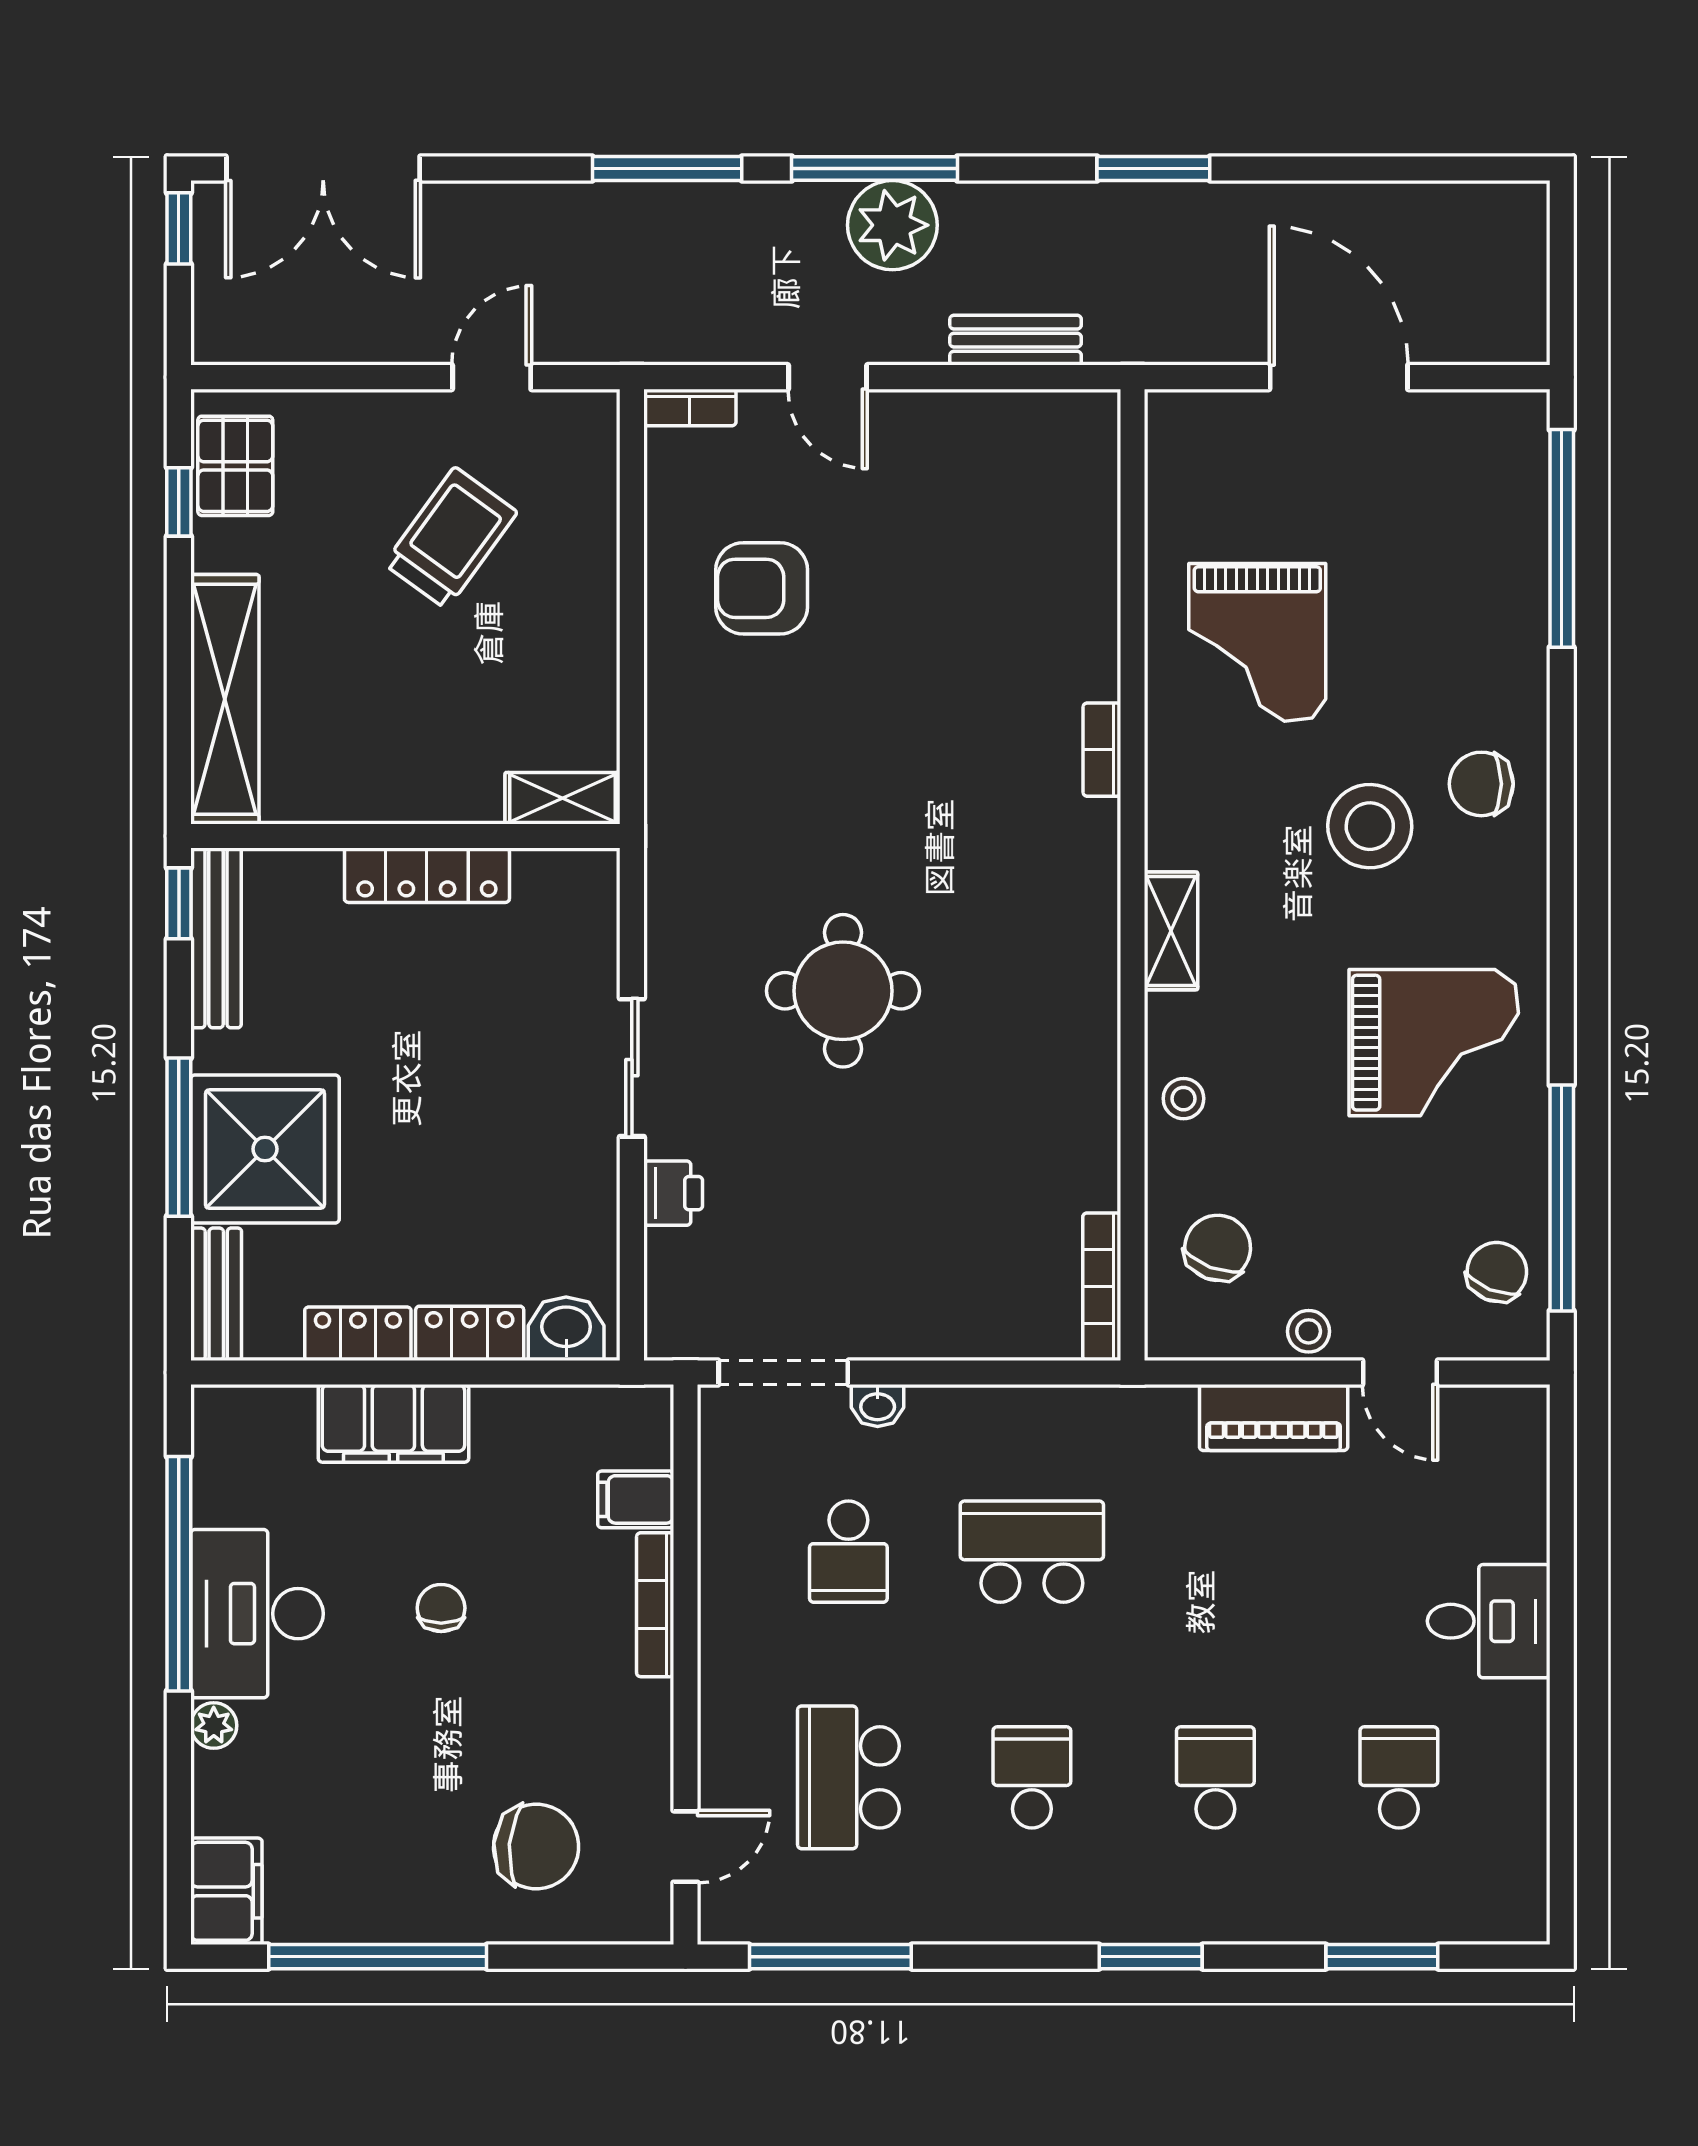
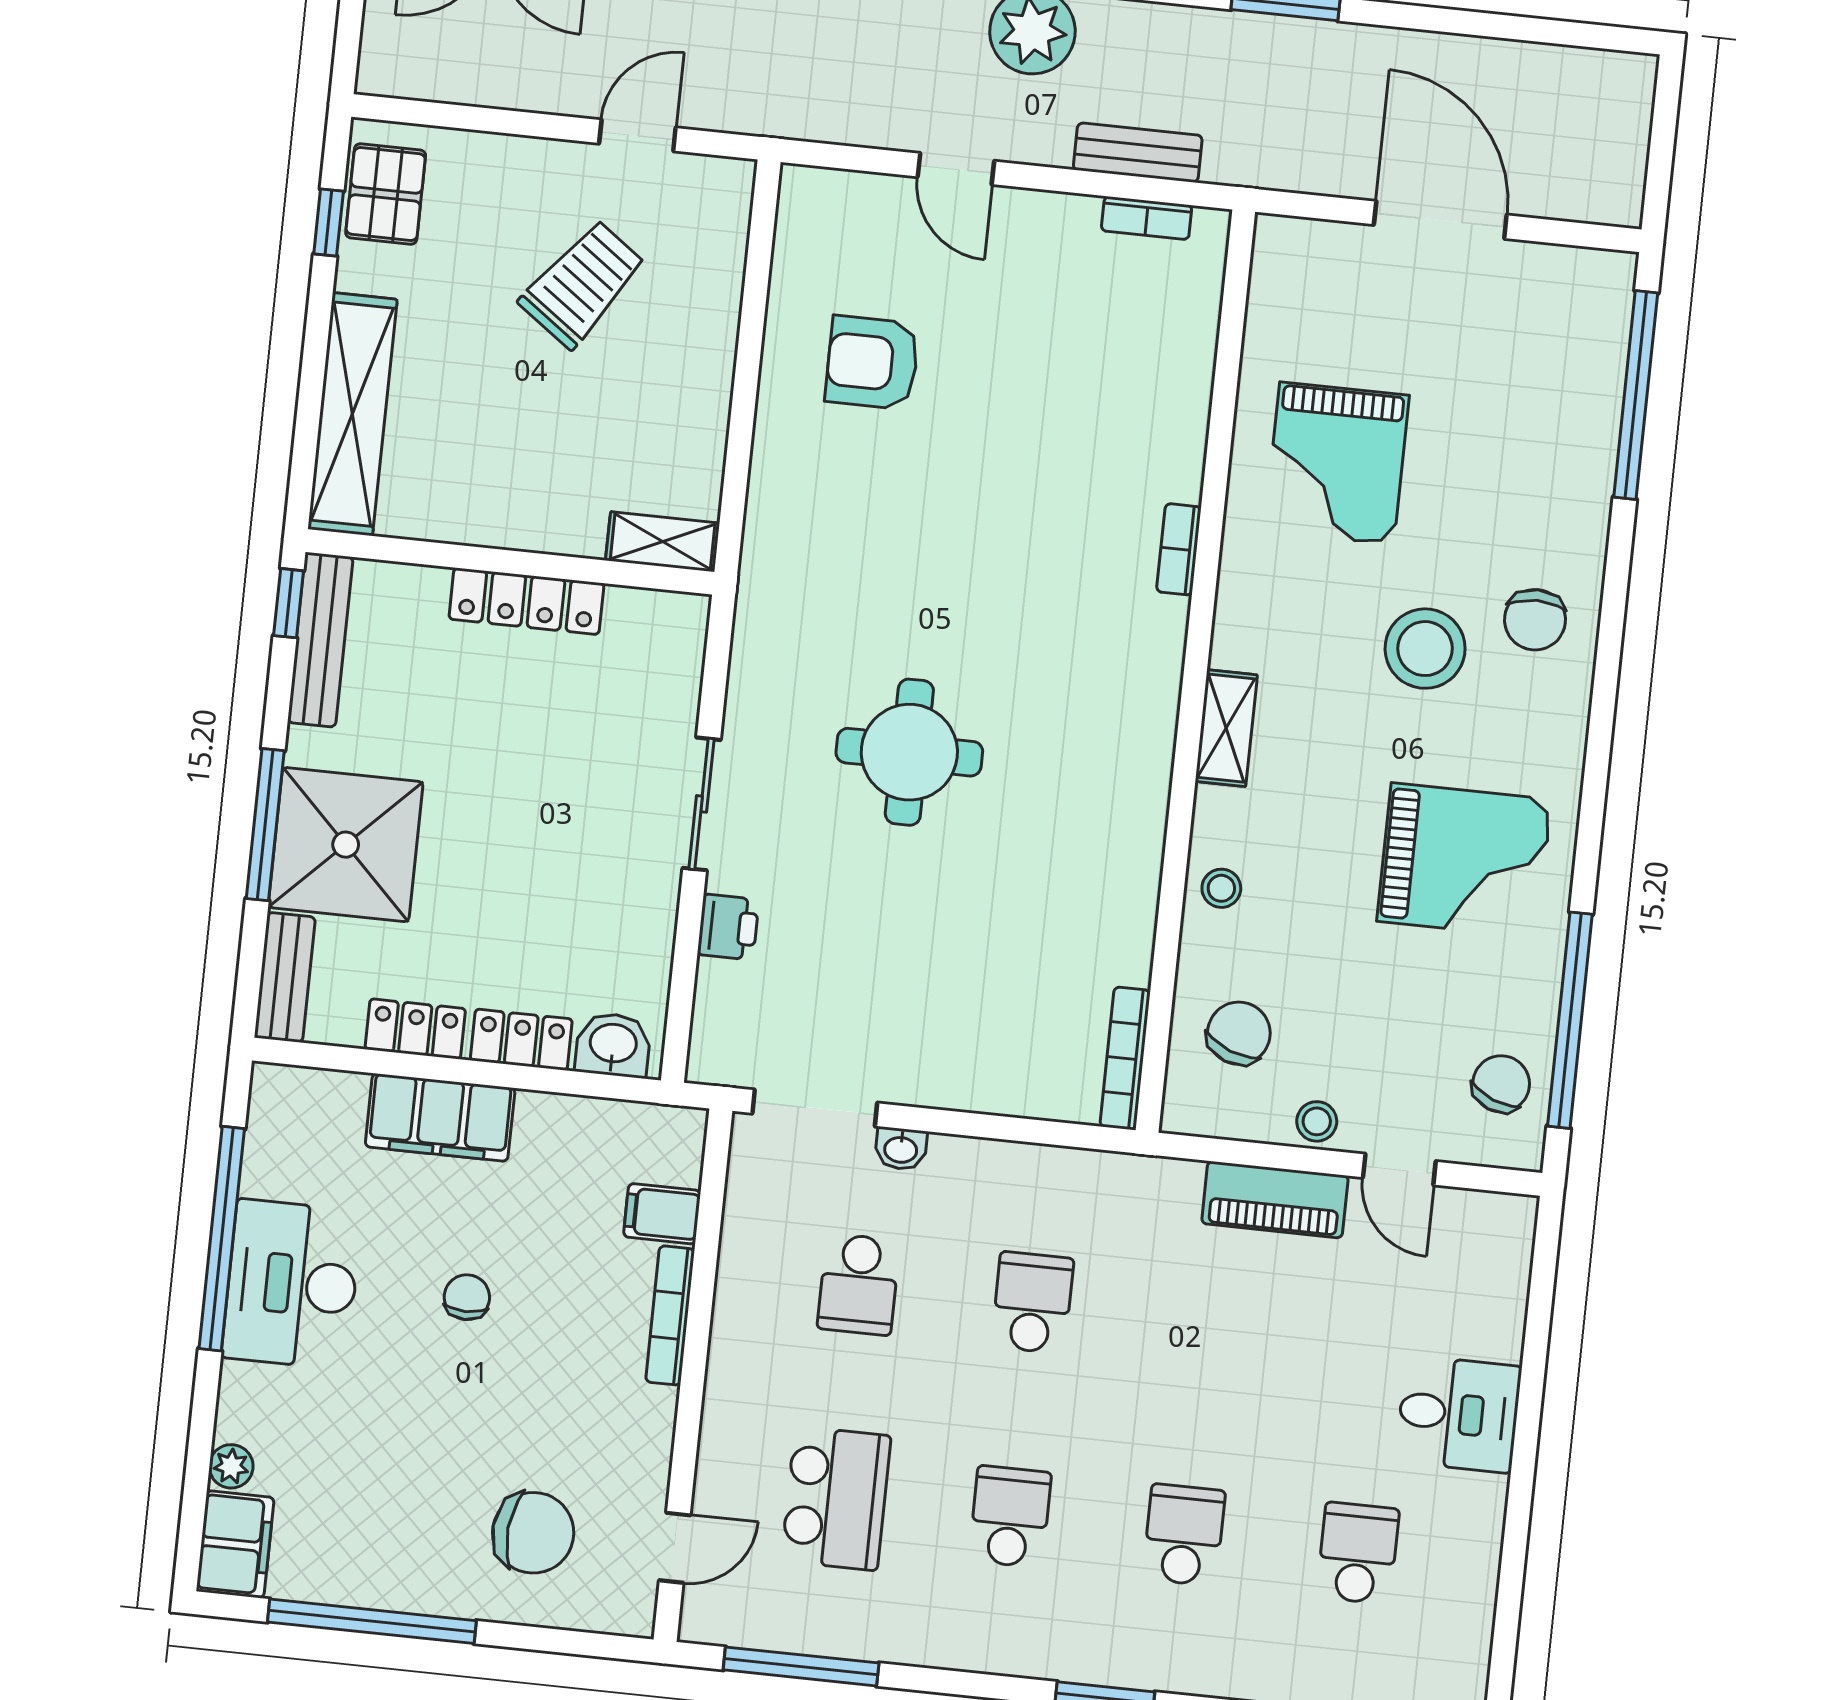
bookcase: (690, 407) -> (1147, 218), moved
chair: (1481, 784) -> (1535, 620), turned -90
school desk: (1032, 1552) -> (1032, 1303), width x0.54
plant: (214, 1725) -> (231, 1466), moved
school desk: (848, 1777) -> (836, 1498), turned 180

